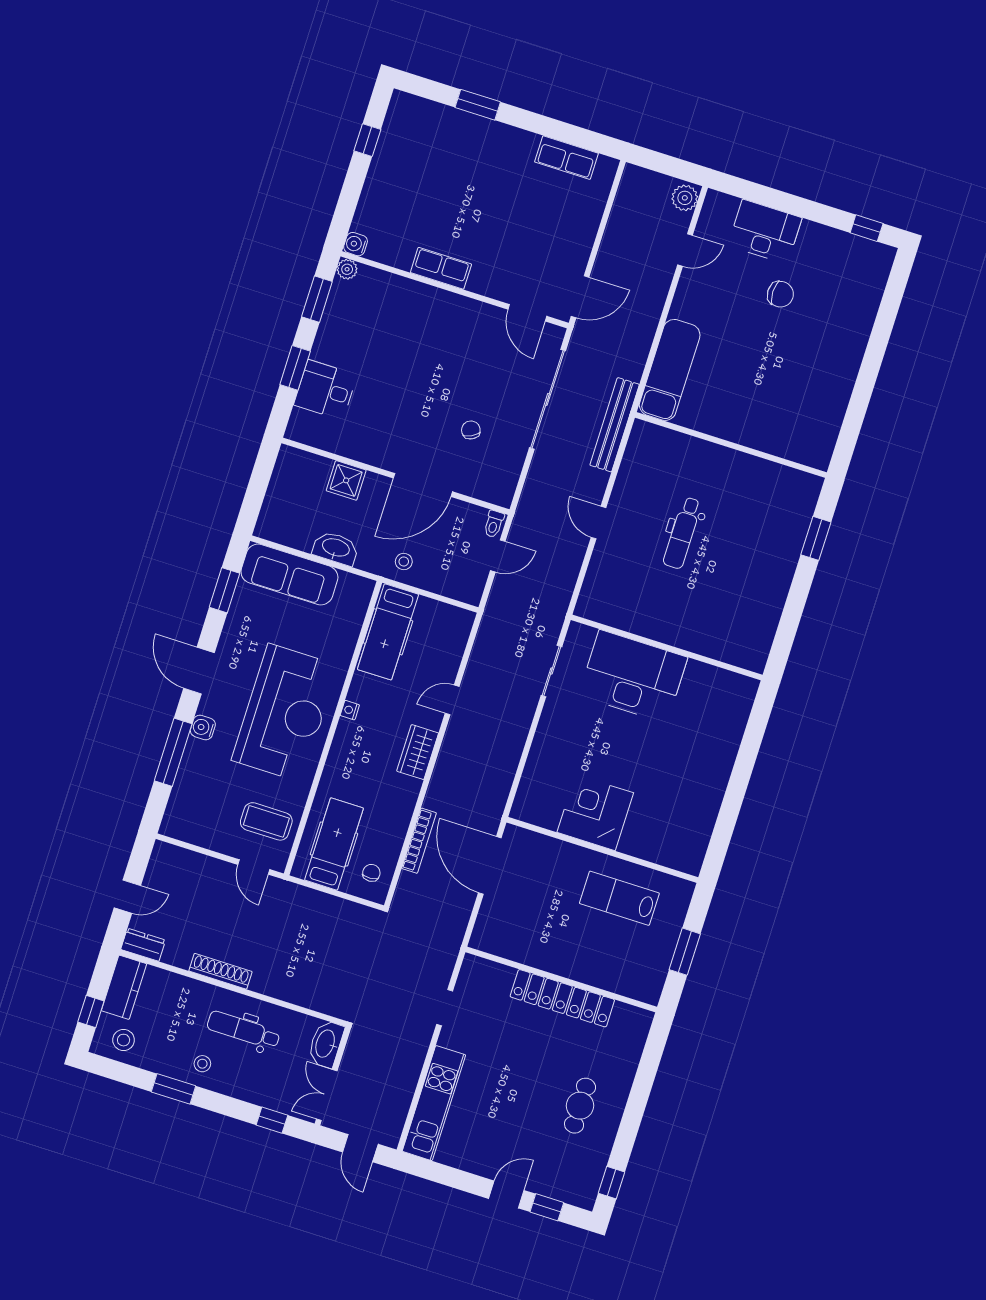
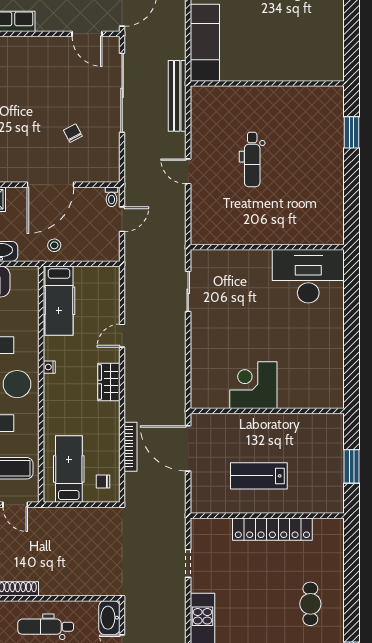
desk: (633, 676) -> (308, 276), moved
chair: (371, 873) -> (103, 482), turned -88
lab bench: (619, 898) -> (259, 476), moved

